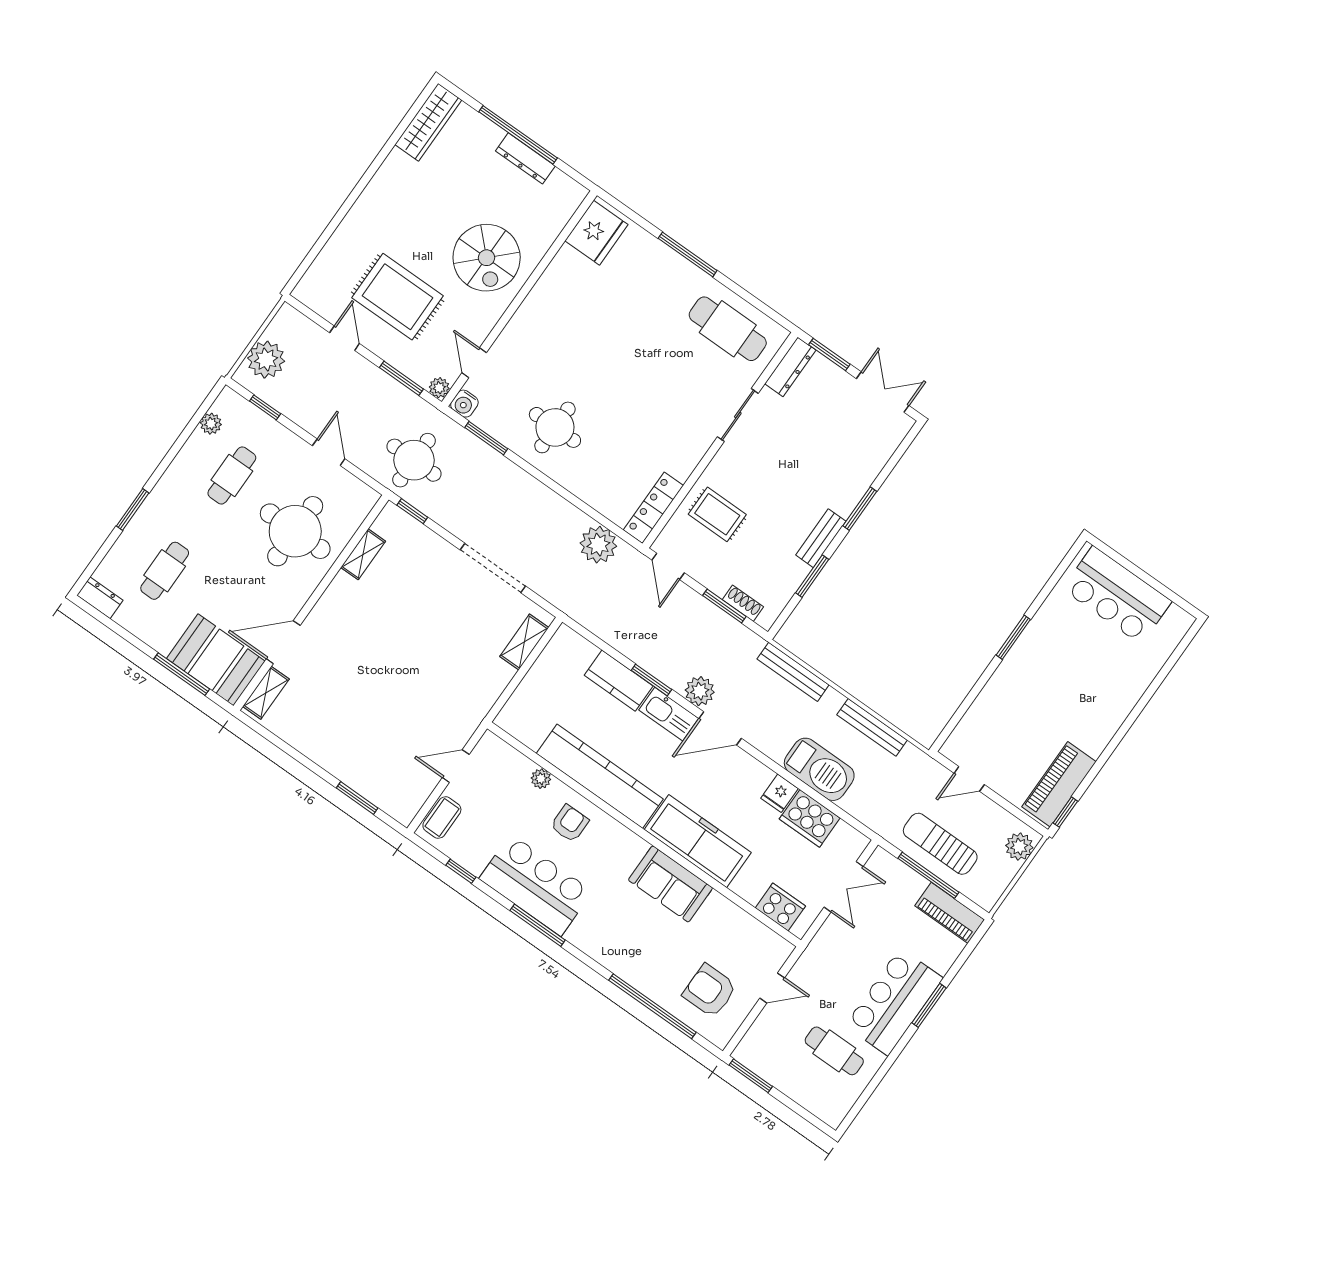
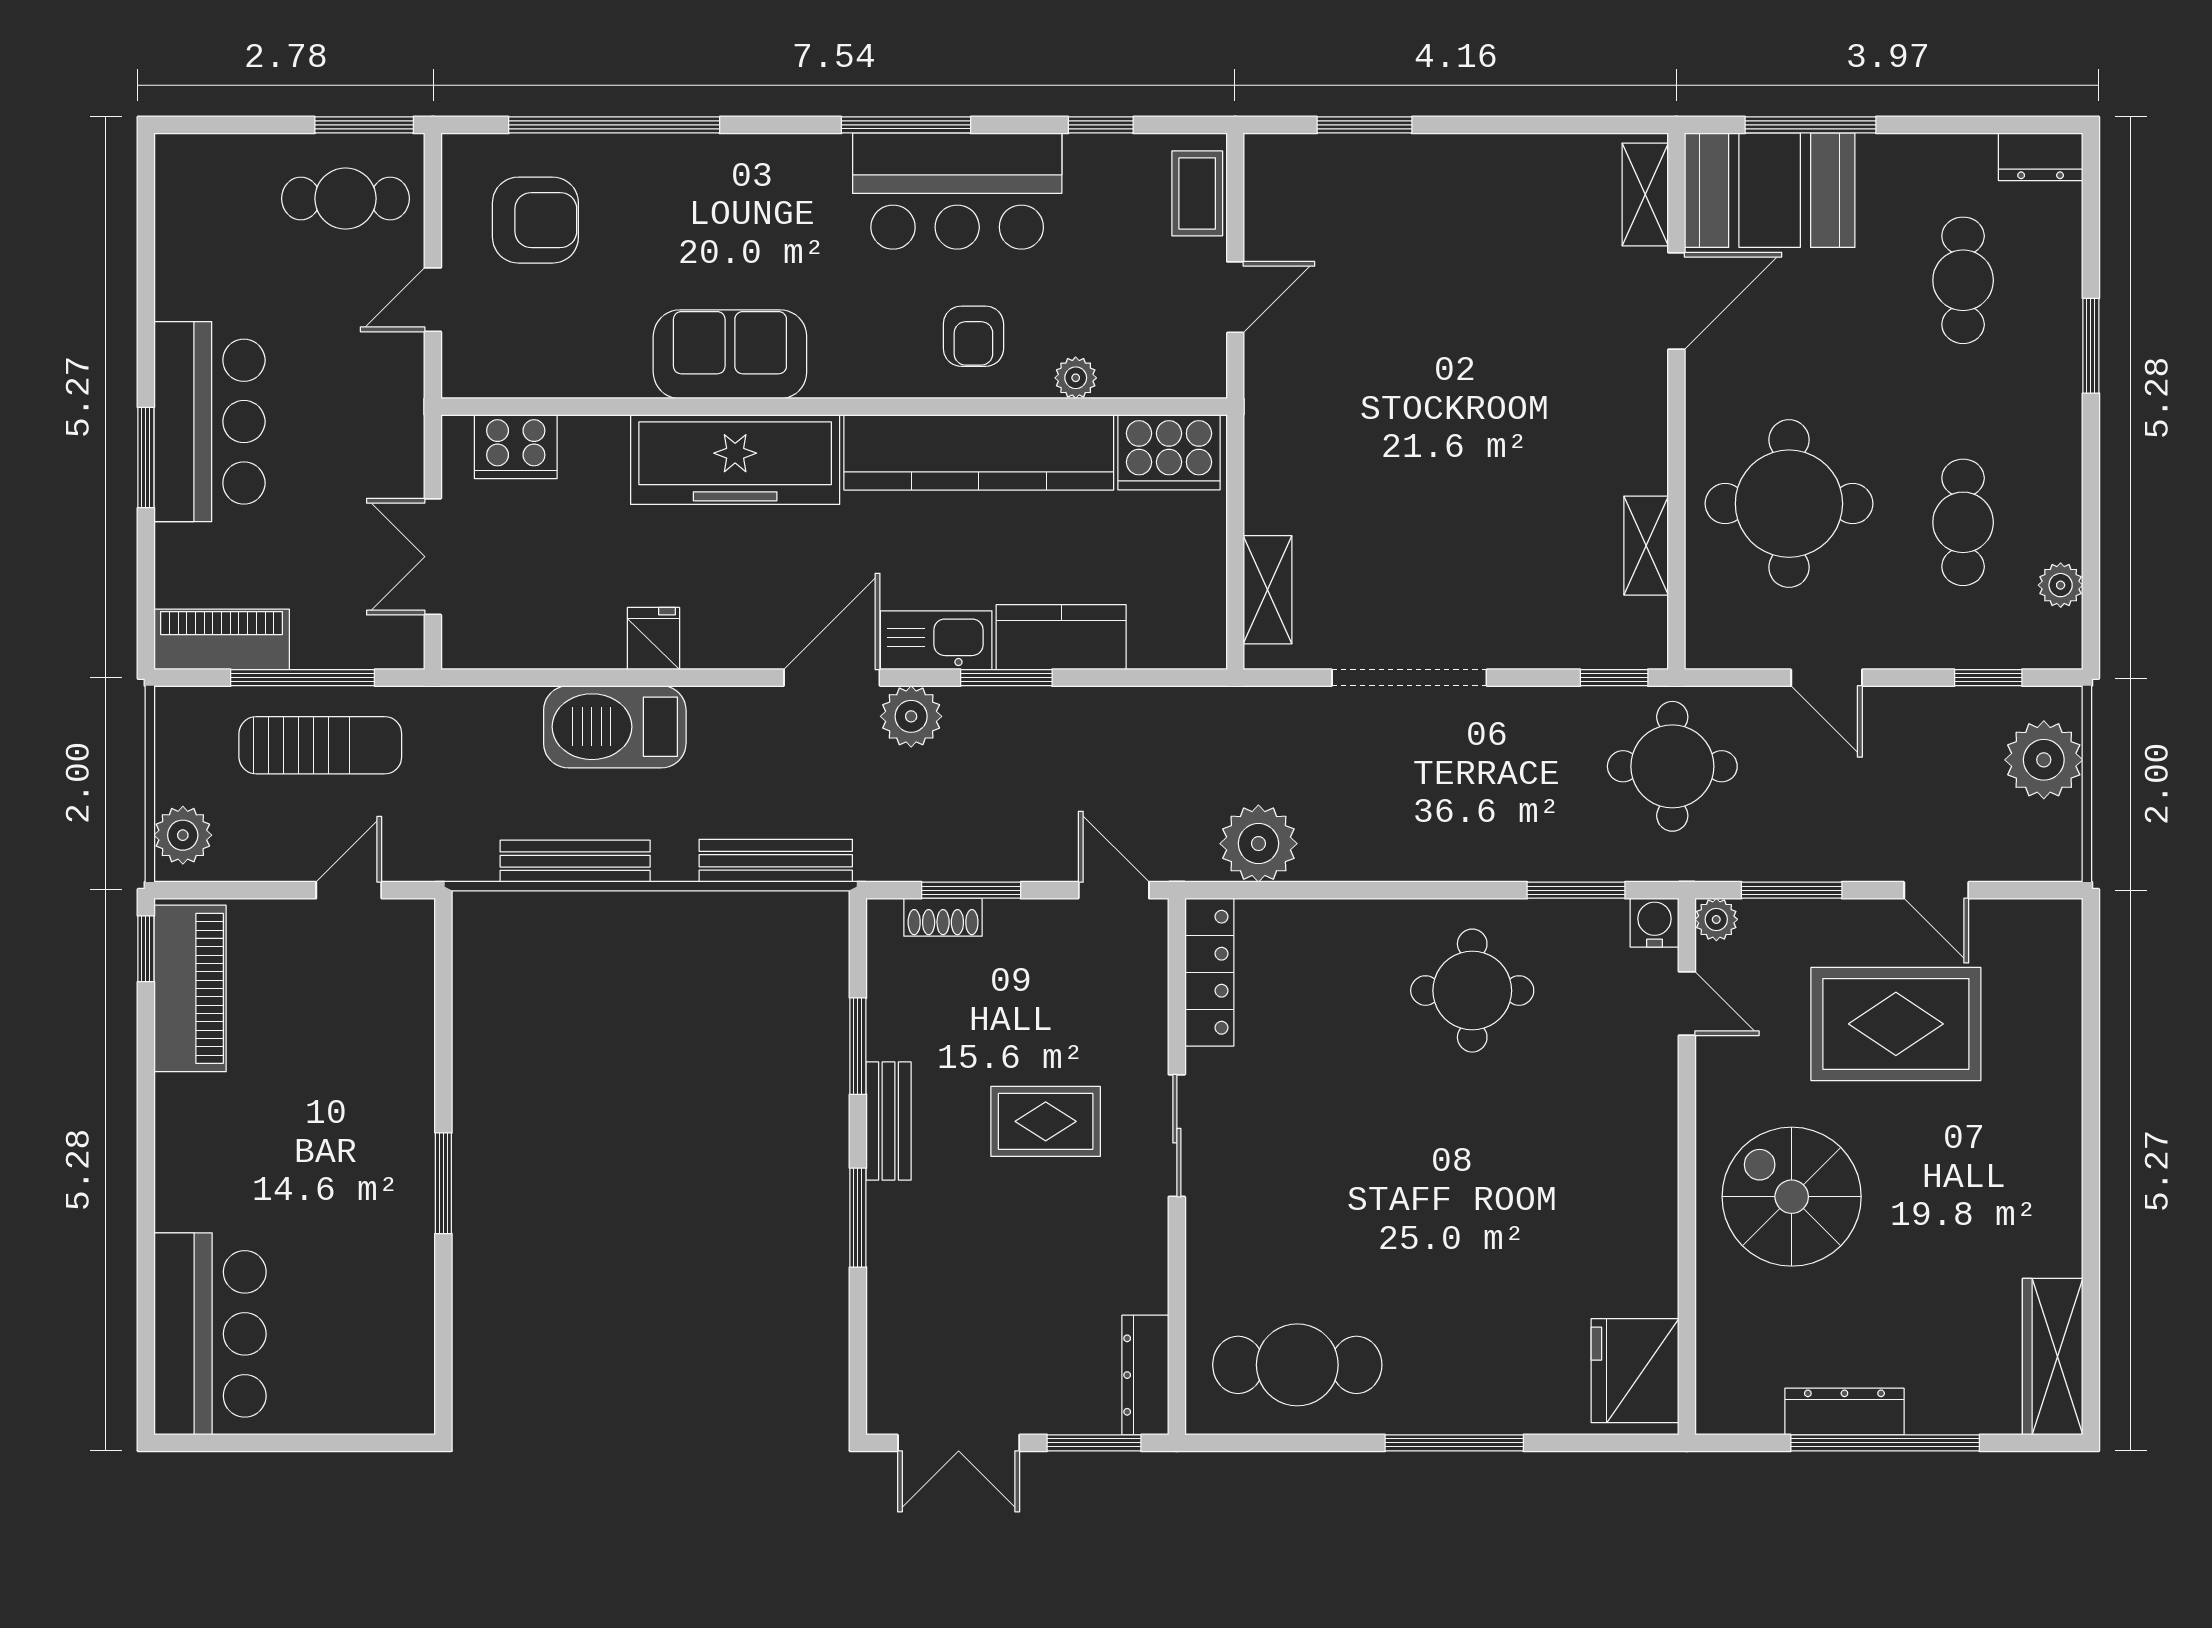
sliding door: (738, 415) -> (1177, 1136), moved
rug: (717, 514) -> (1046, 1121), moved
bar counter: (1117, 595) -> (210, 1334), moved, turned 90
cooker: (810, 818) -> (1169, 452), moved, turned 180
cafe table: (834, 1051) -> (345, 199), moved

